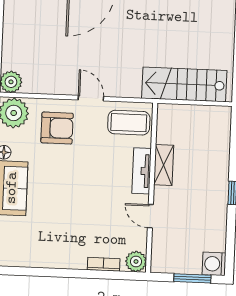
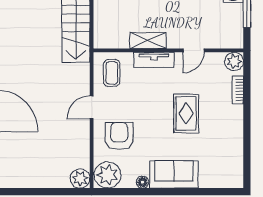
coffee table: (129, 123) -> (112, 73), width x0.73, depth x0.77
rug: (79, 205) -> (186, 114), added

